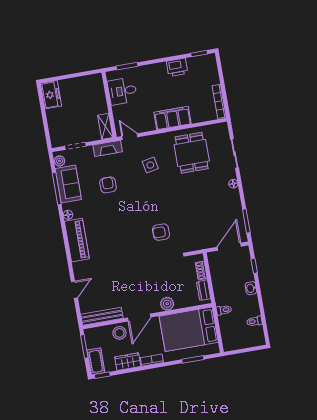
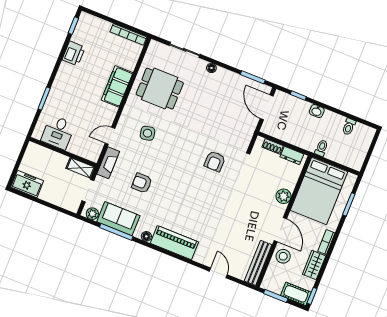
desk: (122, 91) -> (58, 132), moved
wall: (109, 105) -> (63, 152), moved
shelving: (105, 126) -> (80, 168), moved

